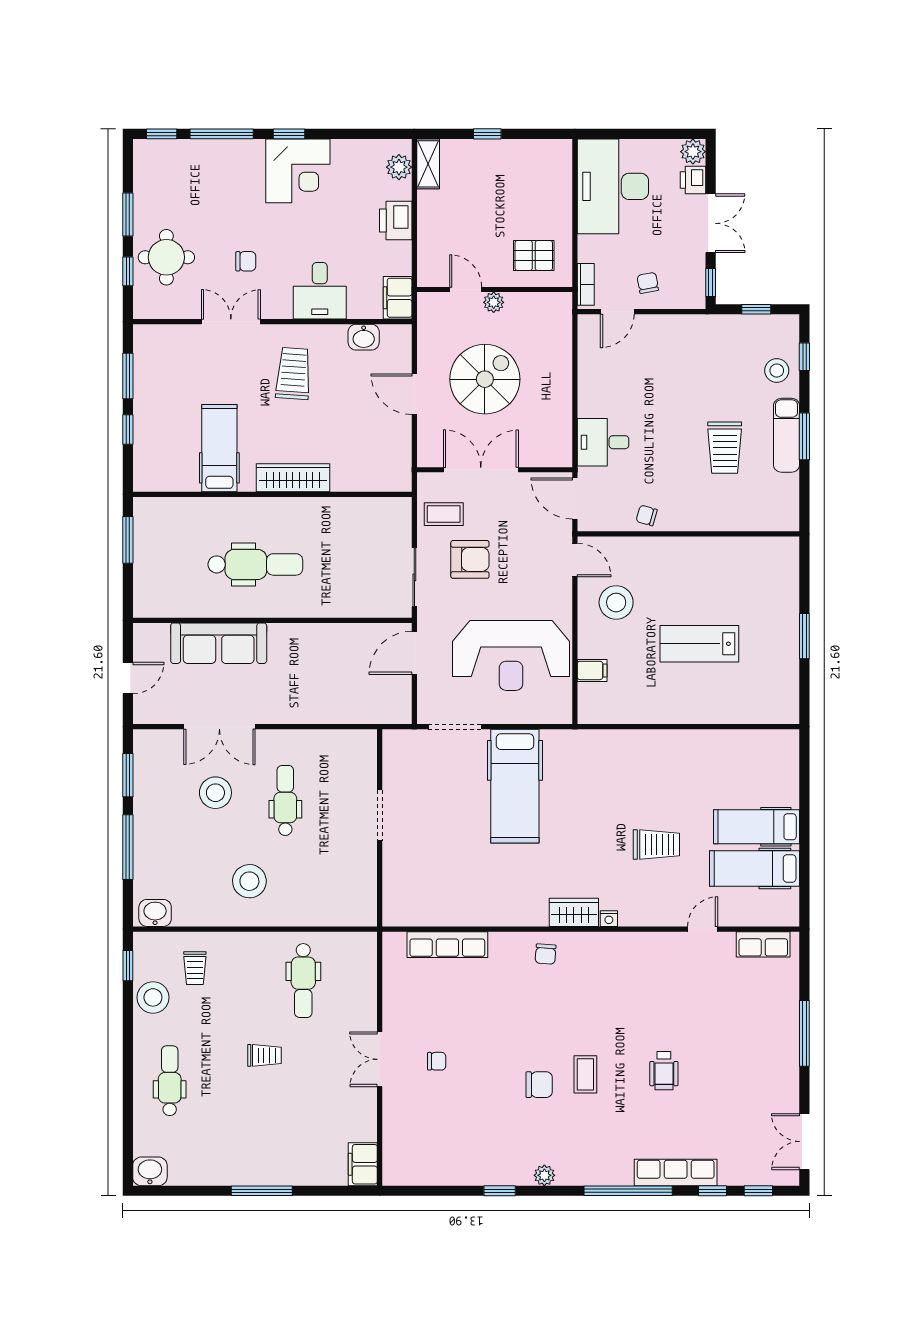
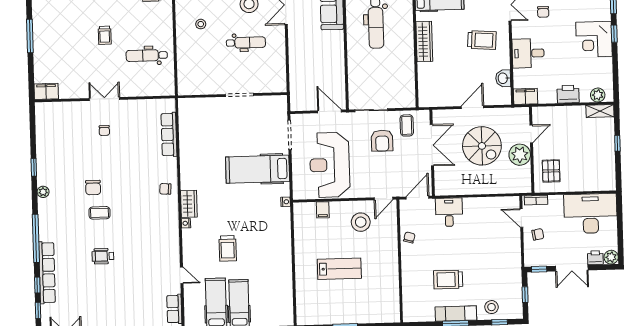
plant: (494, 302) -> (520, 155), width x1.87, depth x1.87
lab bench: (699, 644) -> (339, 269), turned 90
nightstand: (575, 737) -> (286, 202), added
stool: (249, 881) -> (201, 24), width x0.53, depth x0.53
row of seats: (676, 1172) -> (47, 273), width x1.36

